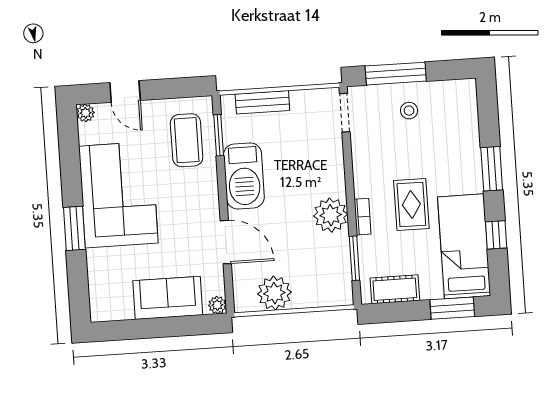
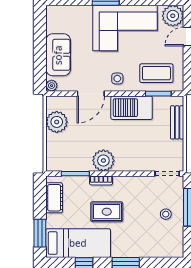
plant: (85, 113) -> (173, 16), width x1.88, depth x1.88
side table: (199, 202) -> (117, 79), added

